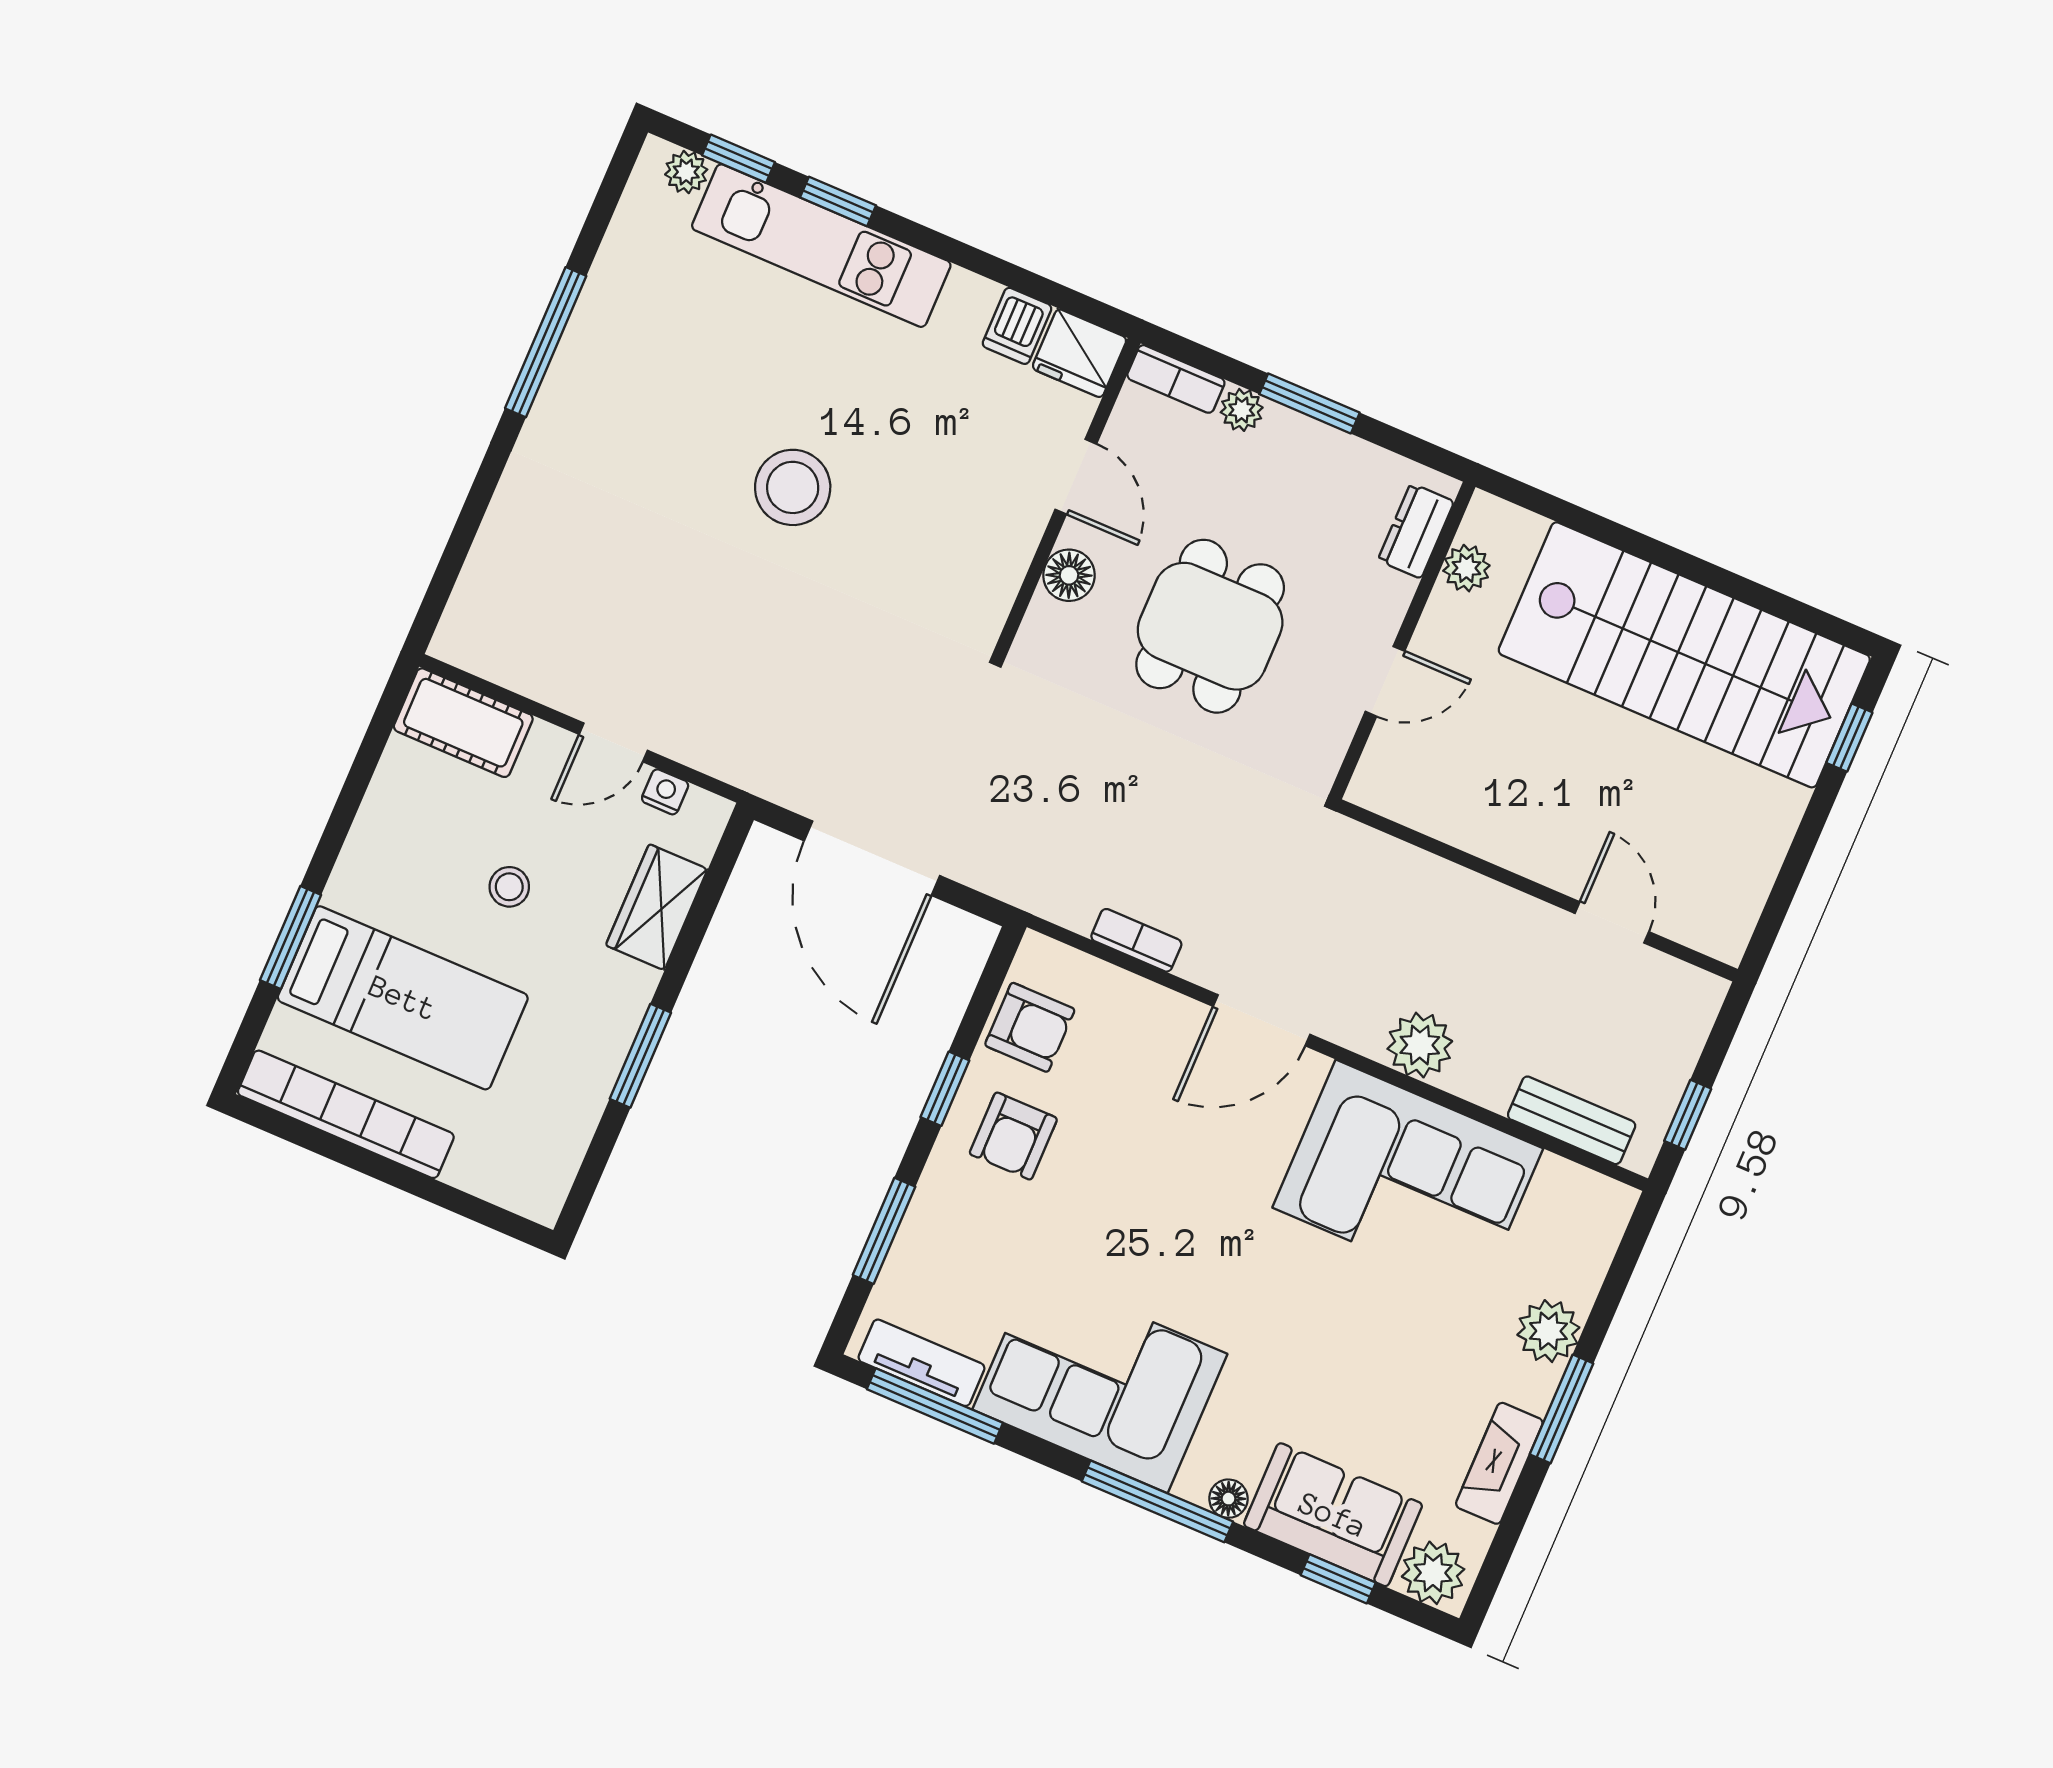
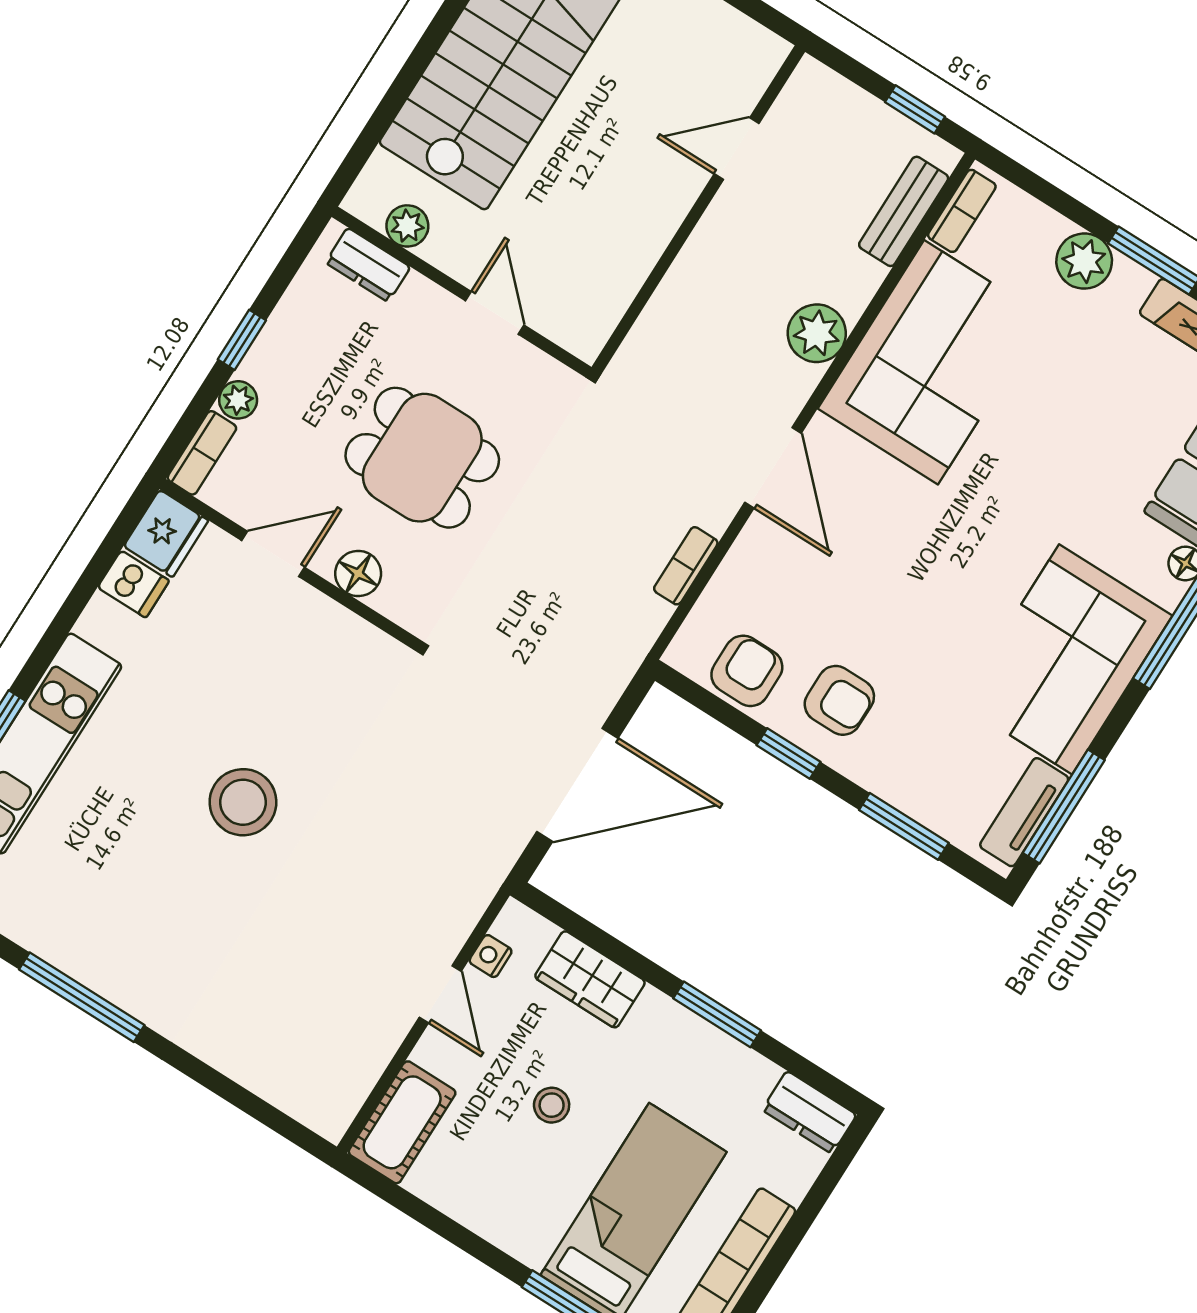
window: (1309, 403) -> (242, 340), width x0.67
dresser: (547, 1176) -> (809, 1112), added
bookcase: (1583, 1185) -> (962, 211), added

